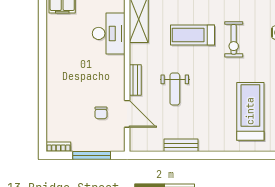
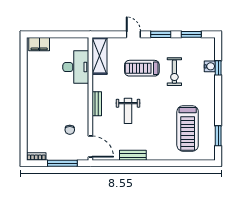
treadmill: (250, 111) -> (188, 128), turned 180
door: (127, 114) -> (90, 147), moved

